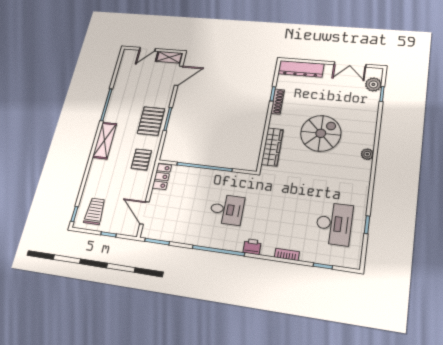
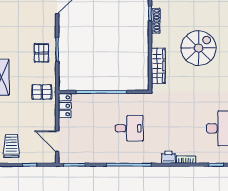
pallet: (151, 121) -> (41, 53), width x0.67, depth x0.71
pallet: (141, 159) -> (42, 92), turned 90
printer: (252, 247) -> (168, 157), moved

